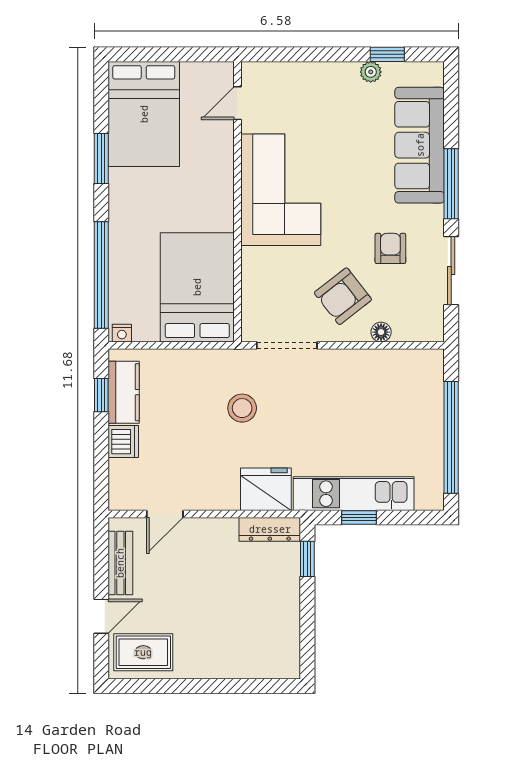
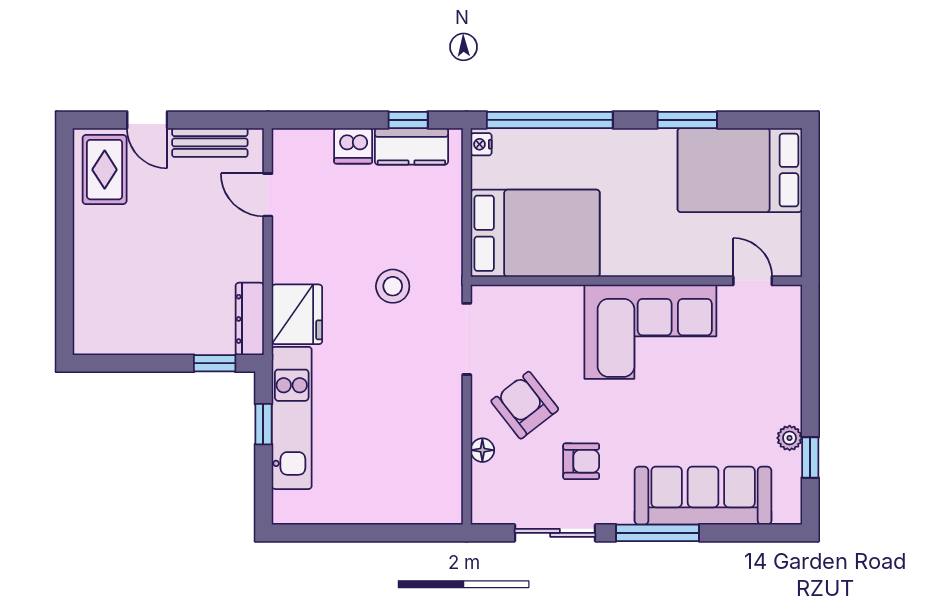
window: (451, 437) -> (358, 533), removed

